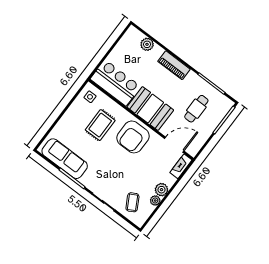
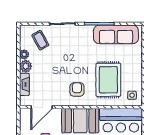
rug: (100, 125) -> (108, 80), width x1.36, depth x1.43
armchair: (133, 137) -> (77, 89), width x0.53, depth x0.53
fireplace: (181, 166) -> (24, 84), moved

